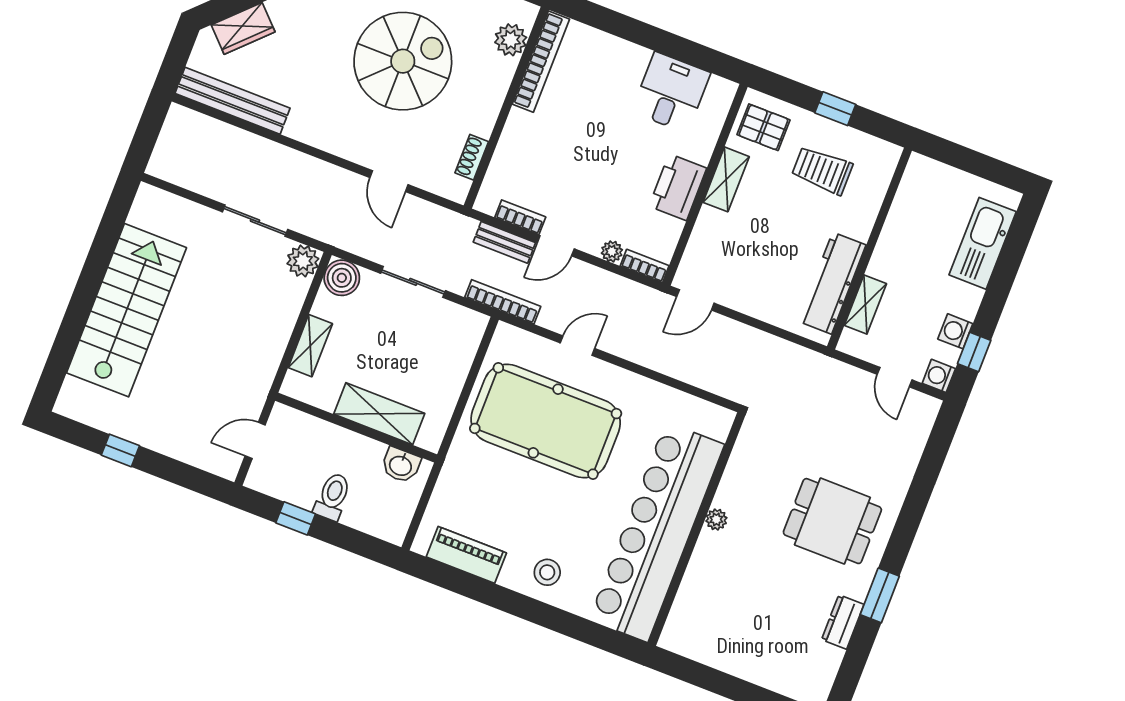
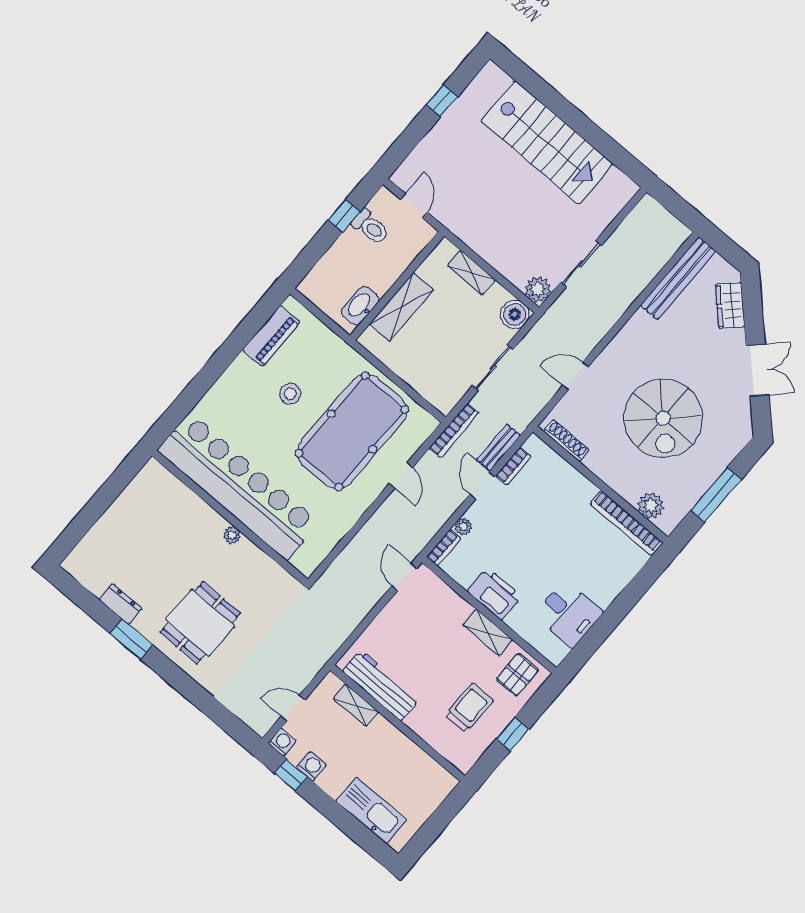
shoe rack: (472, 157) -> (566, 440), width x1.43
washbasin: (401, 465) -> (360, 306), width x1.38
toilet: (333, 497) -> (370, 227), moved
stool: (547, 572) -> (290, 394), moved

